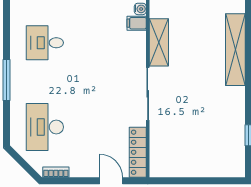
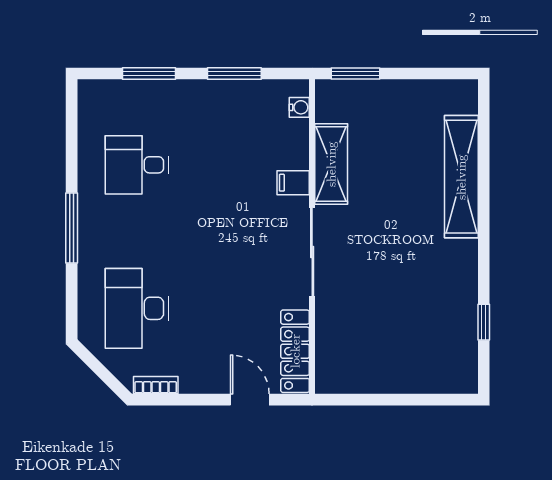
filing cabinet: (137, 23) -> (293, 183), moved

